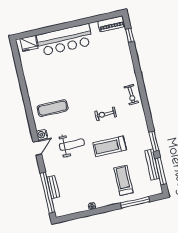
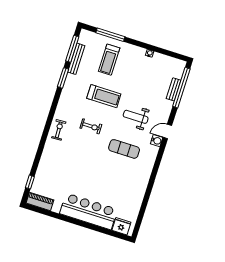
exercise mat: (53, 108) -> (124, 149), moved

